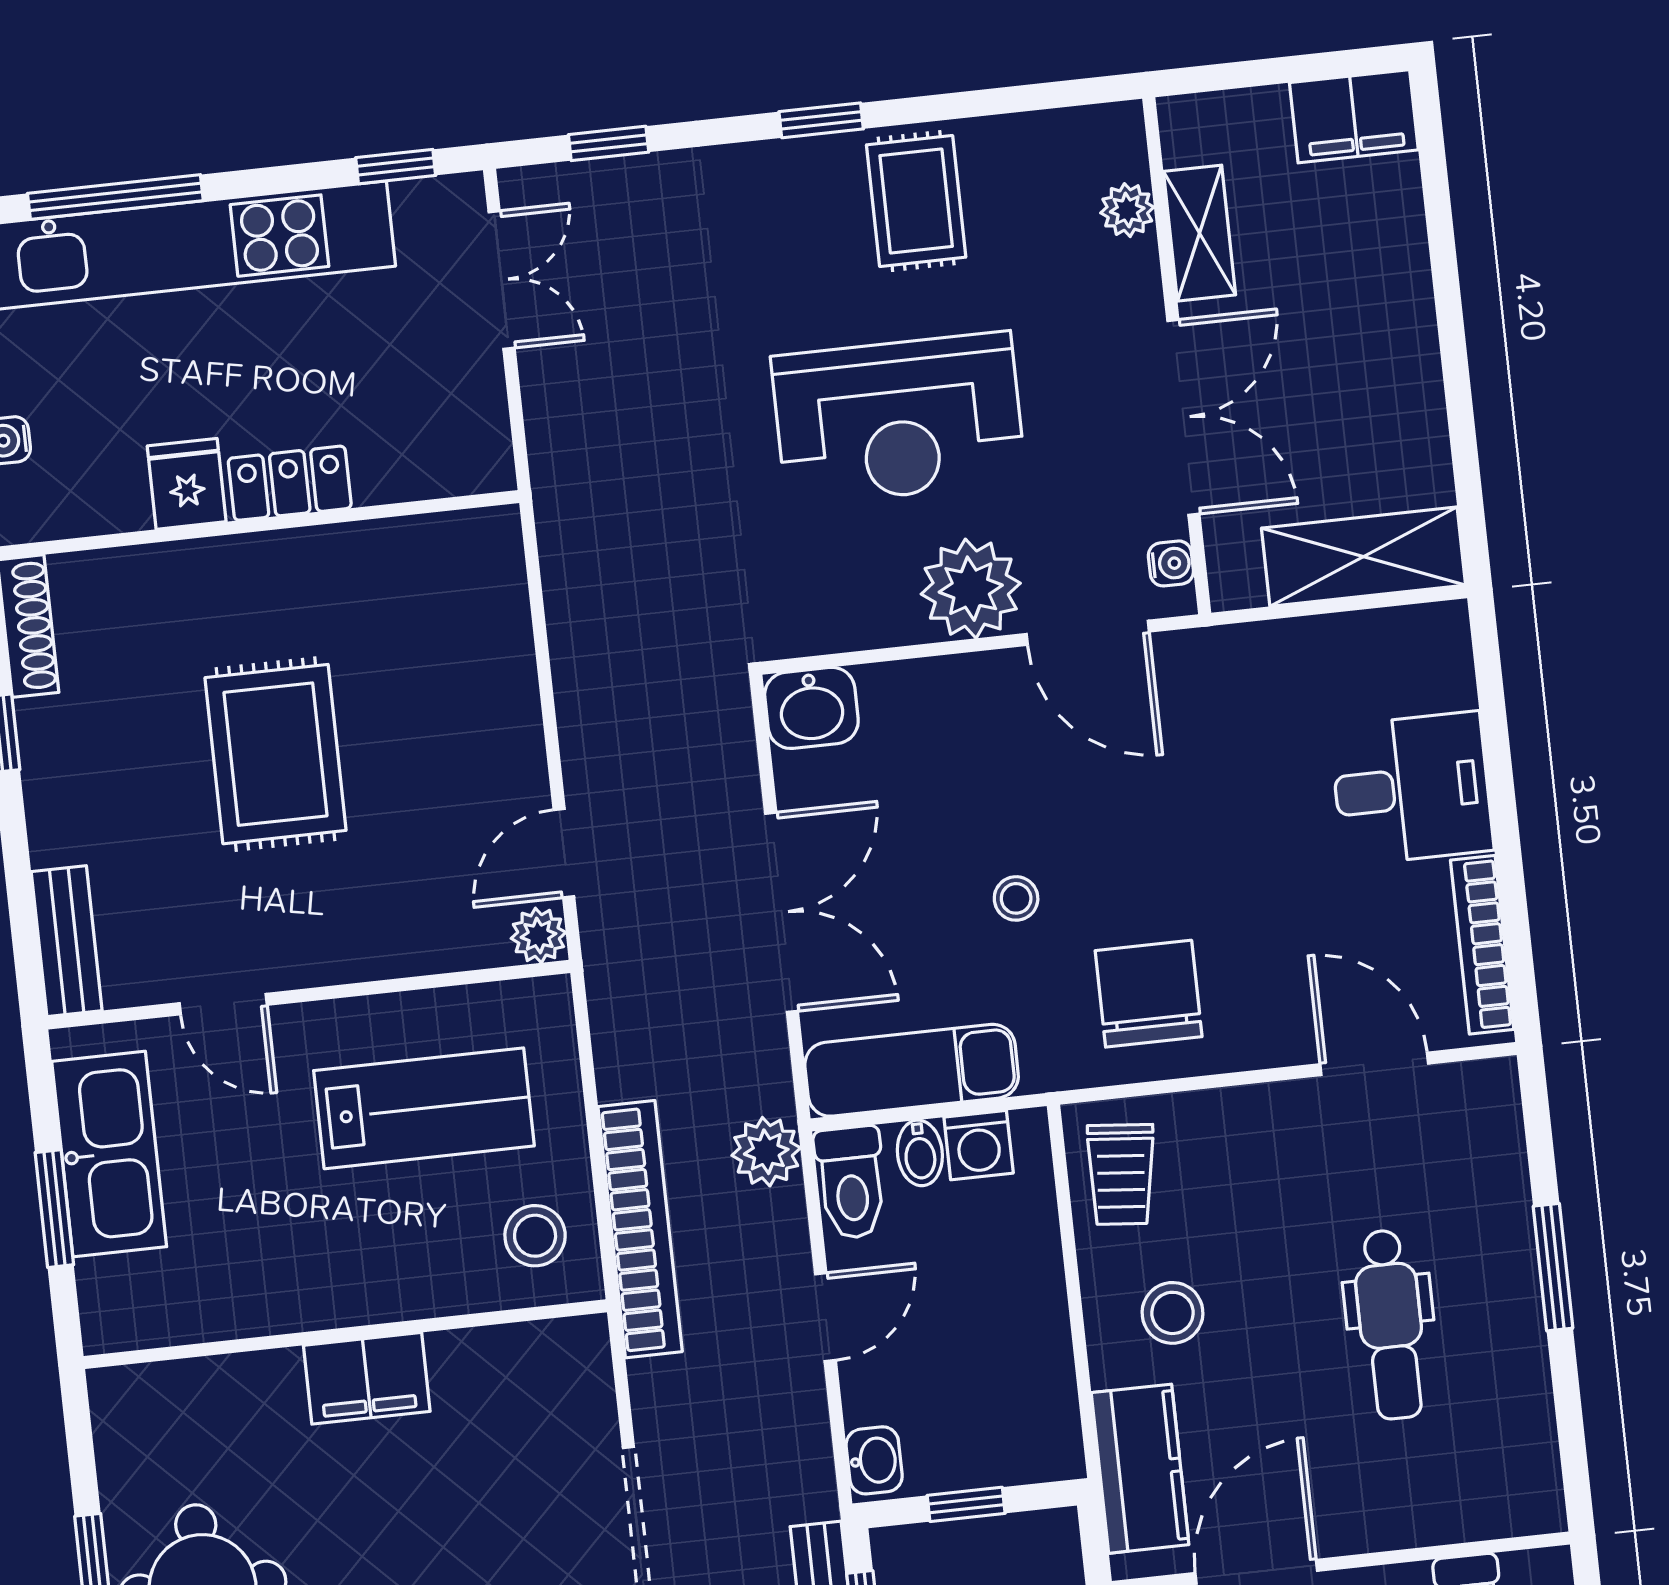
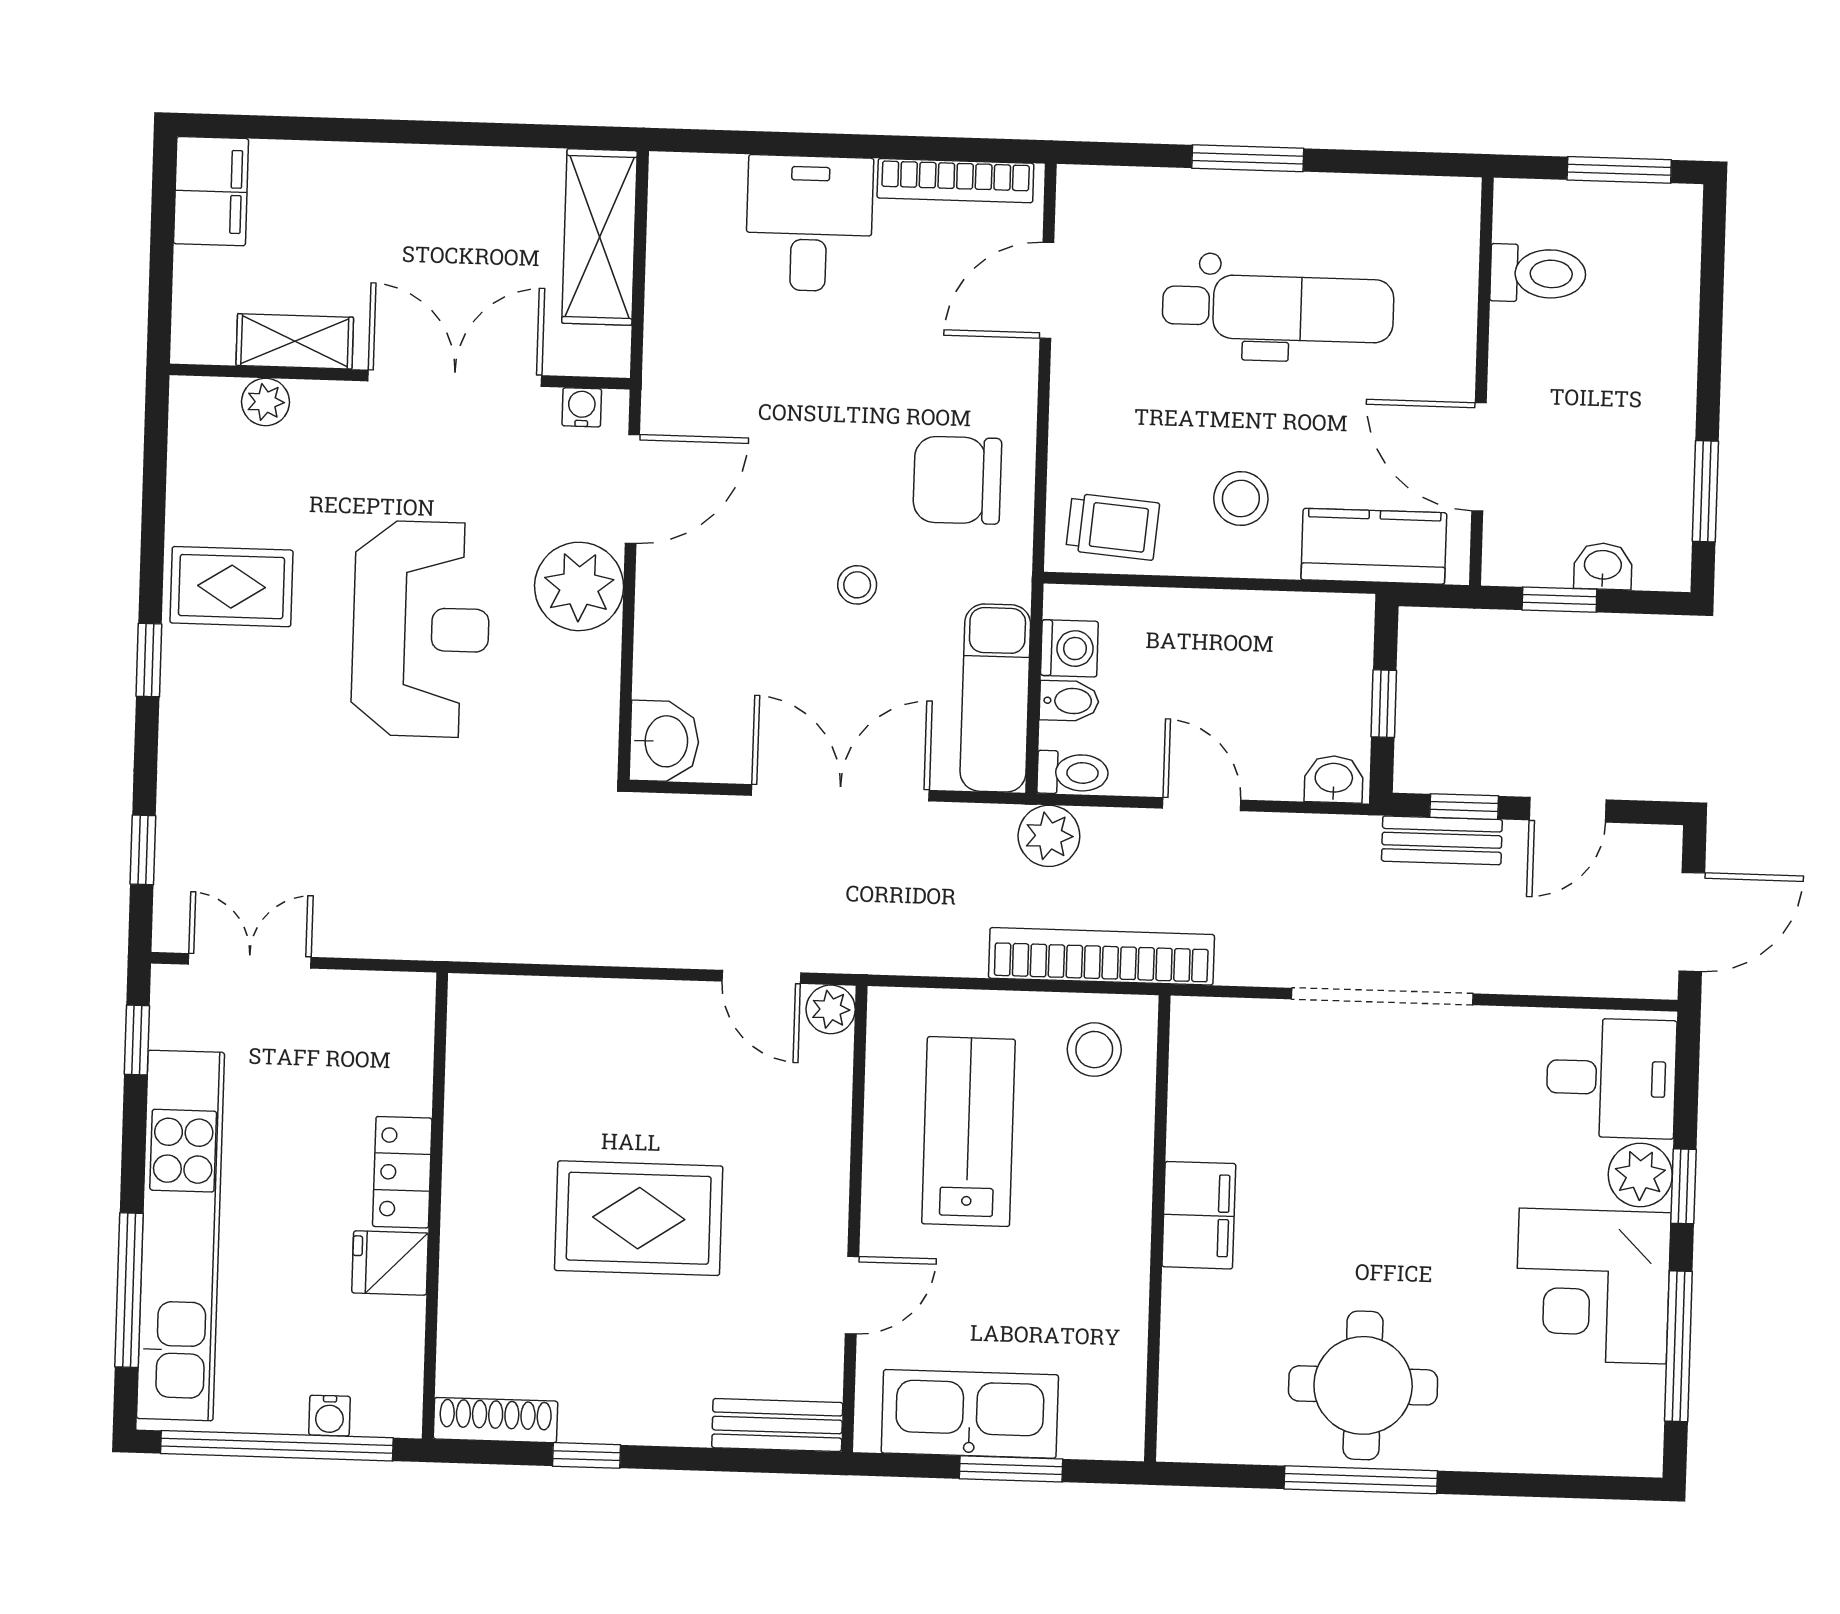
toilet: (851, 1182) -> (1073, 773), width x0.73, depth x0.72
dental chair: (1391, 1325) -> (1278, 308), width x1.36, depth x1.38

